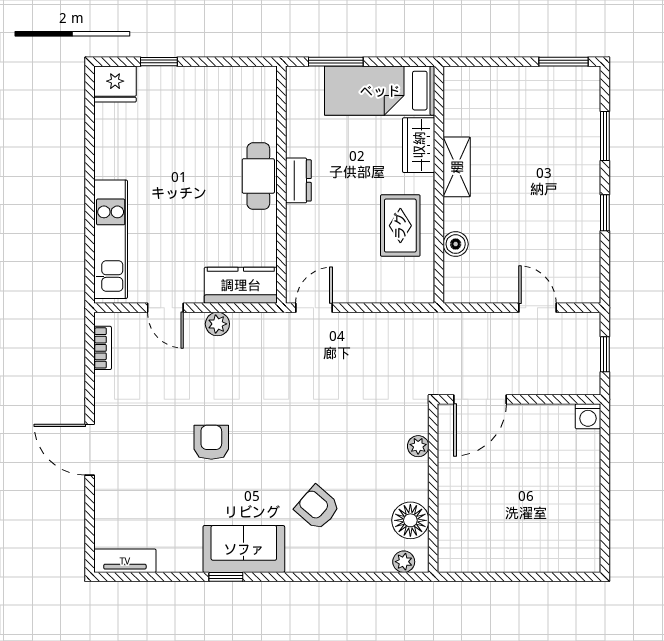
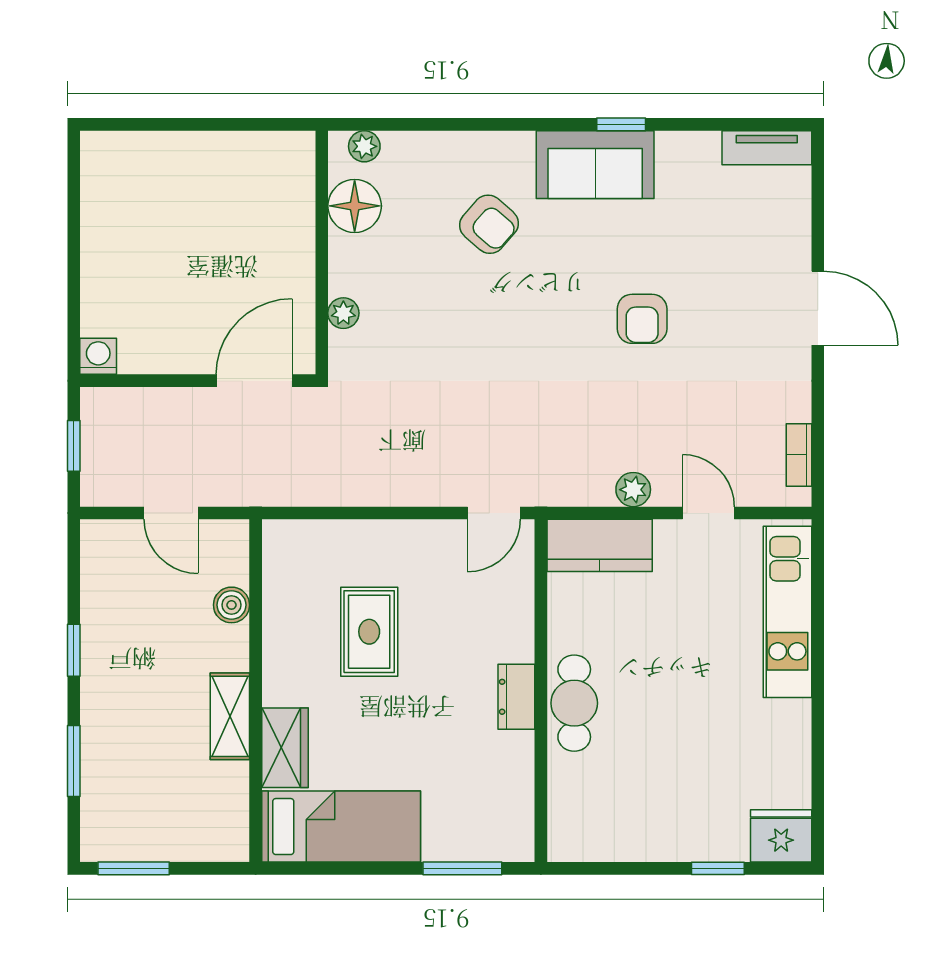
bed: (380, 91) -> (341, 827), moved
wardrobe: (419, 145) -> (285, 748), moved
shelving: (457, 167) -> (230, 716), moved
wall: (439, 185) -> (256, 691), moved
boiler: (456, 244) -> (231, 605), moved

